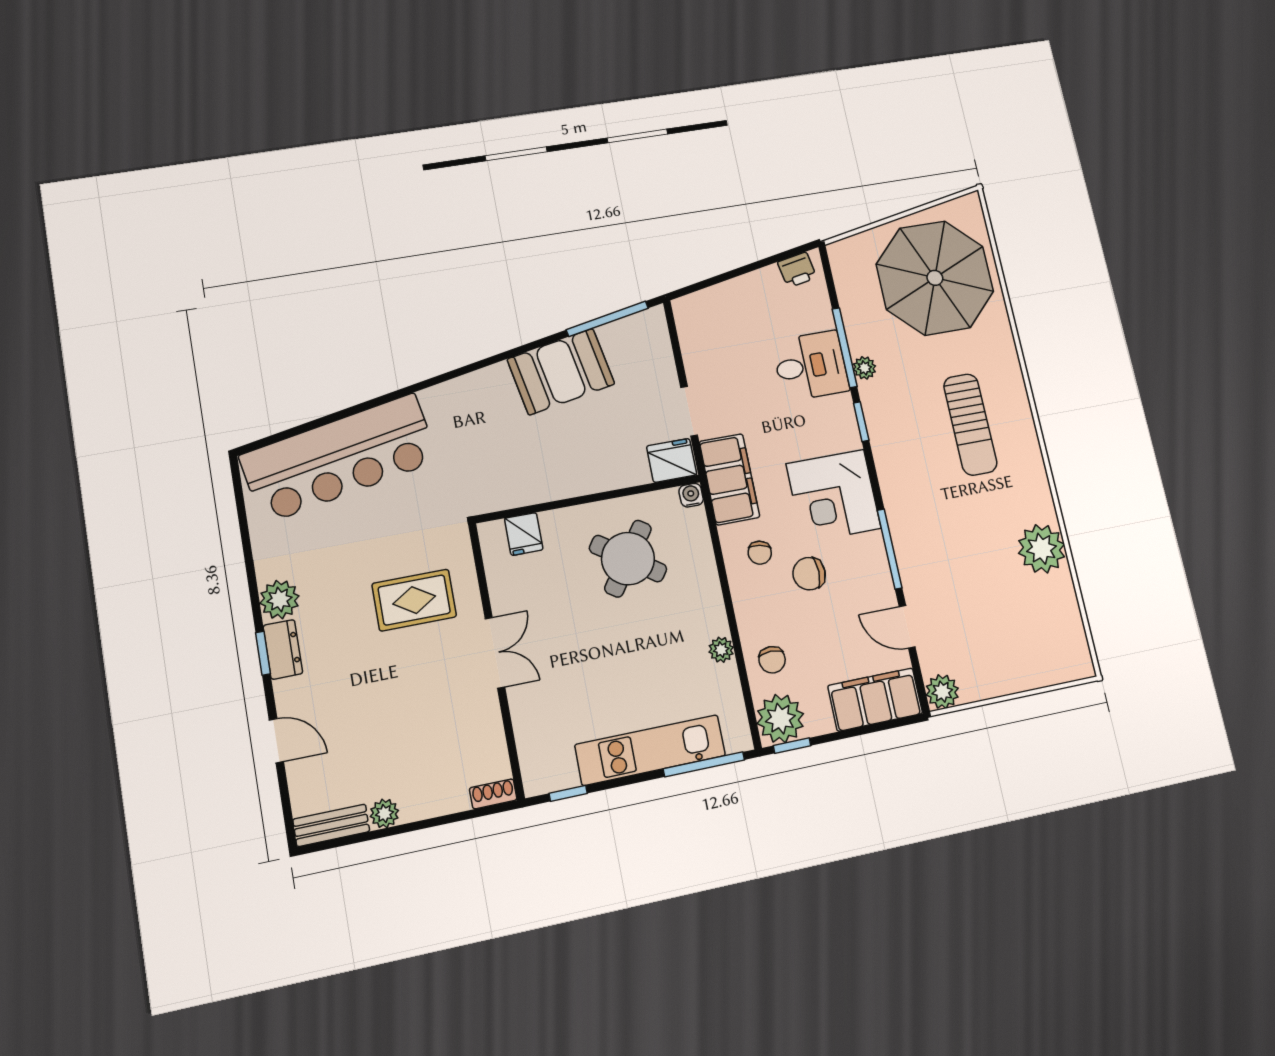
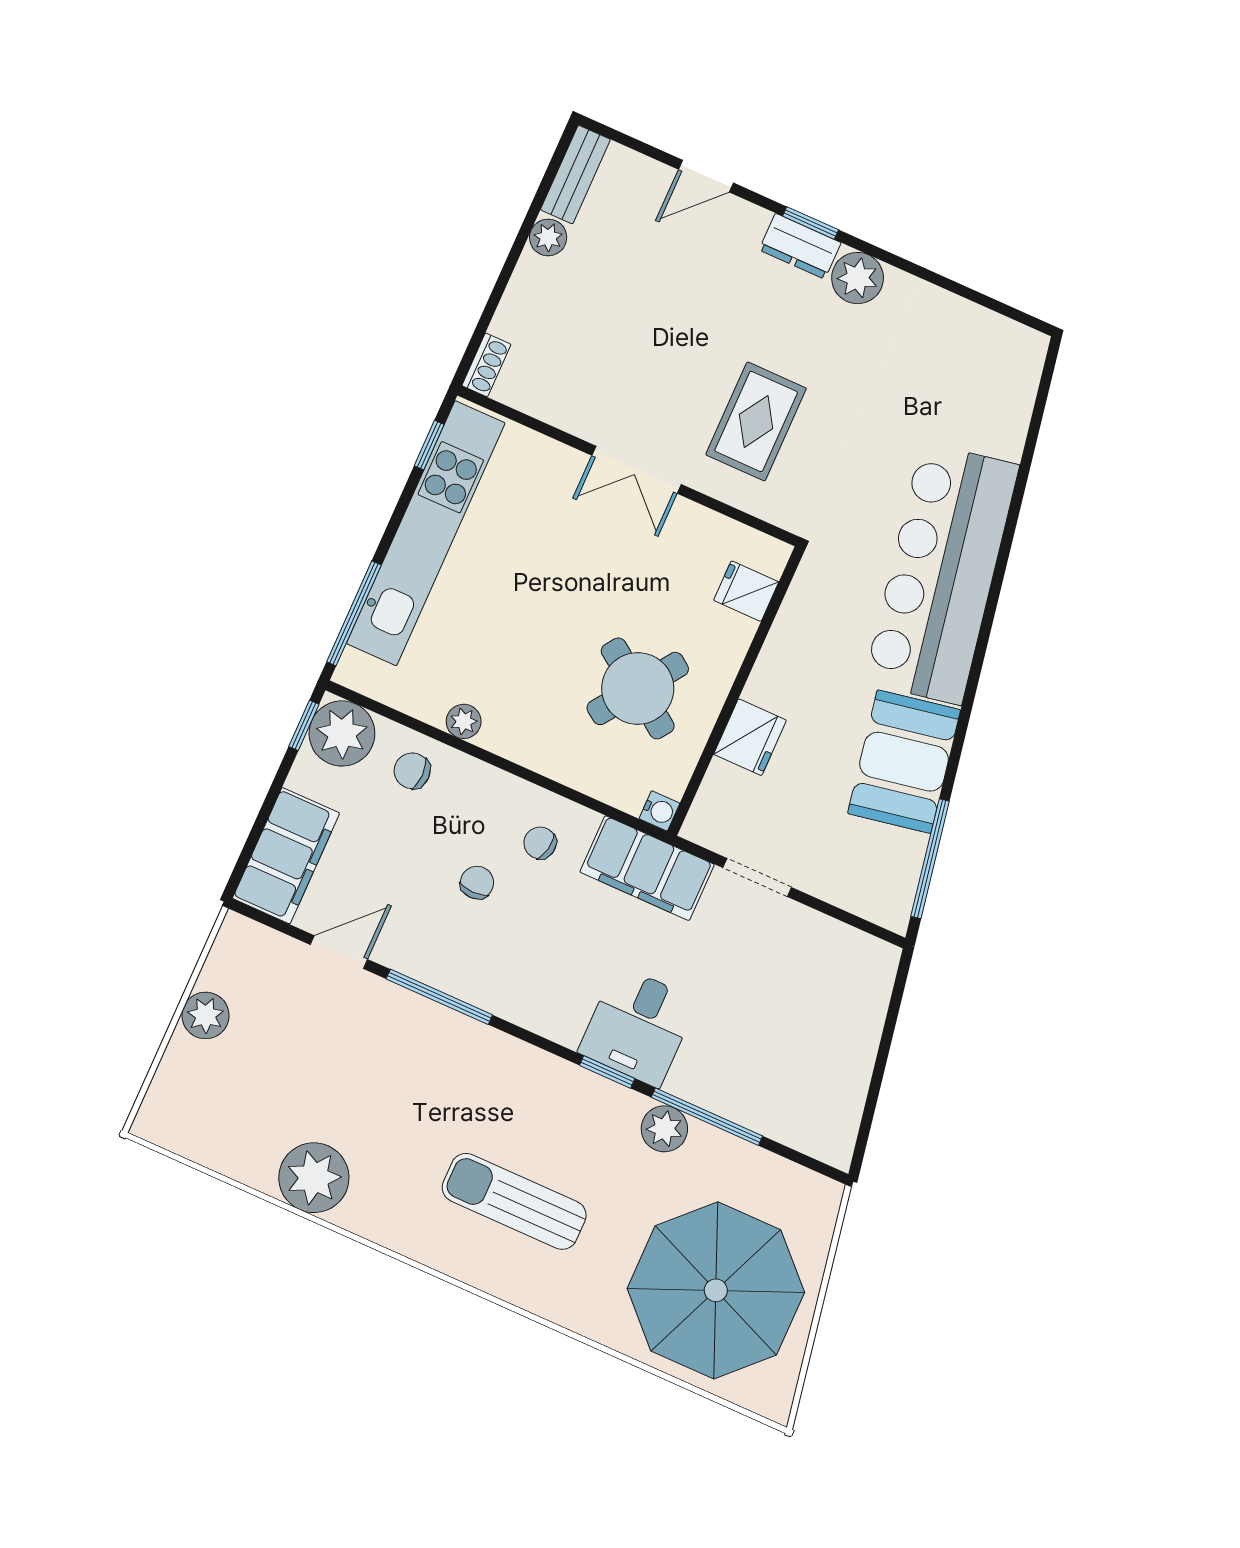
printer: (797, 270) -> (838, 1128), removed
desk: (811, 366) -> (638, 1026), moved
plant: (864, 368) -> (664, 1129), width x1.38, depth x1.38
bar counter: (340, 458) -> (942, 574), moved
fridge: (672, 460) -> (750, 737), moved
corner desk: (834, 496) -> (544, 976), removed
chair: (809, 574) -> (477, 883), width x0.73, depth x0.73
plant: (942, 692) -> (206, 1015), moved
kitchen unit: (650, 750) -> (426, 533), width x1.36

